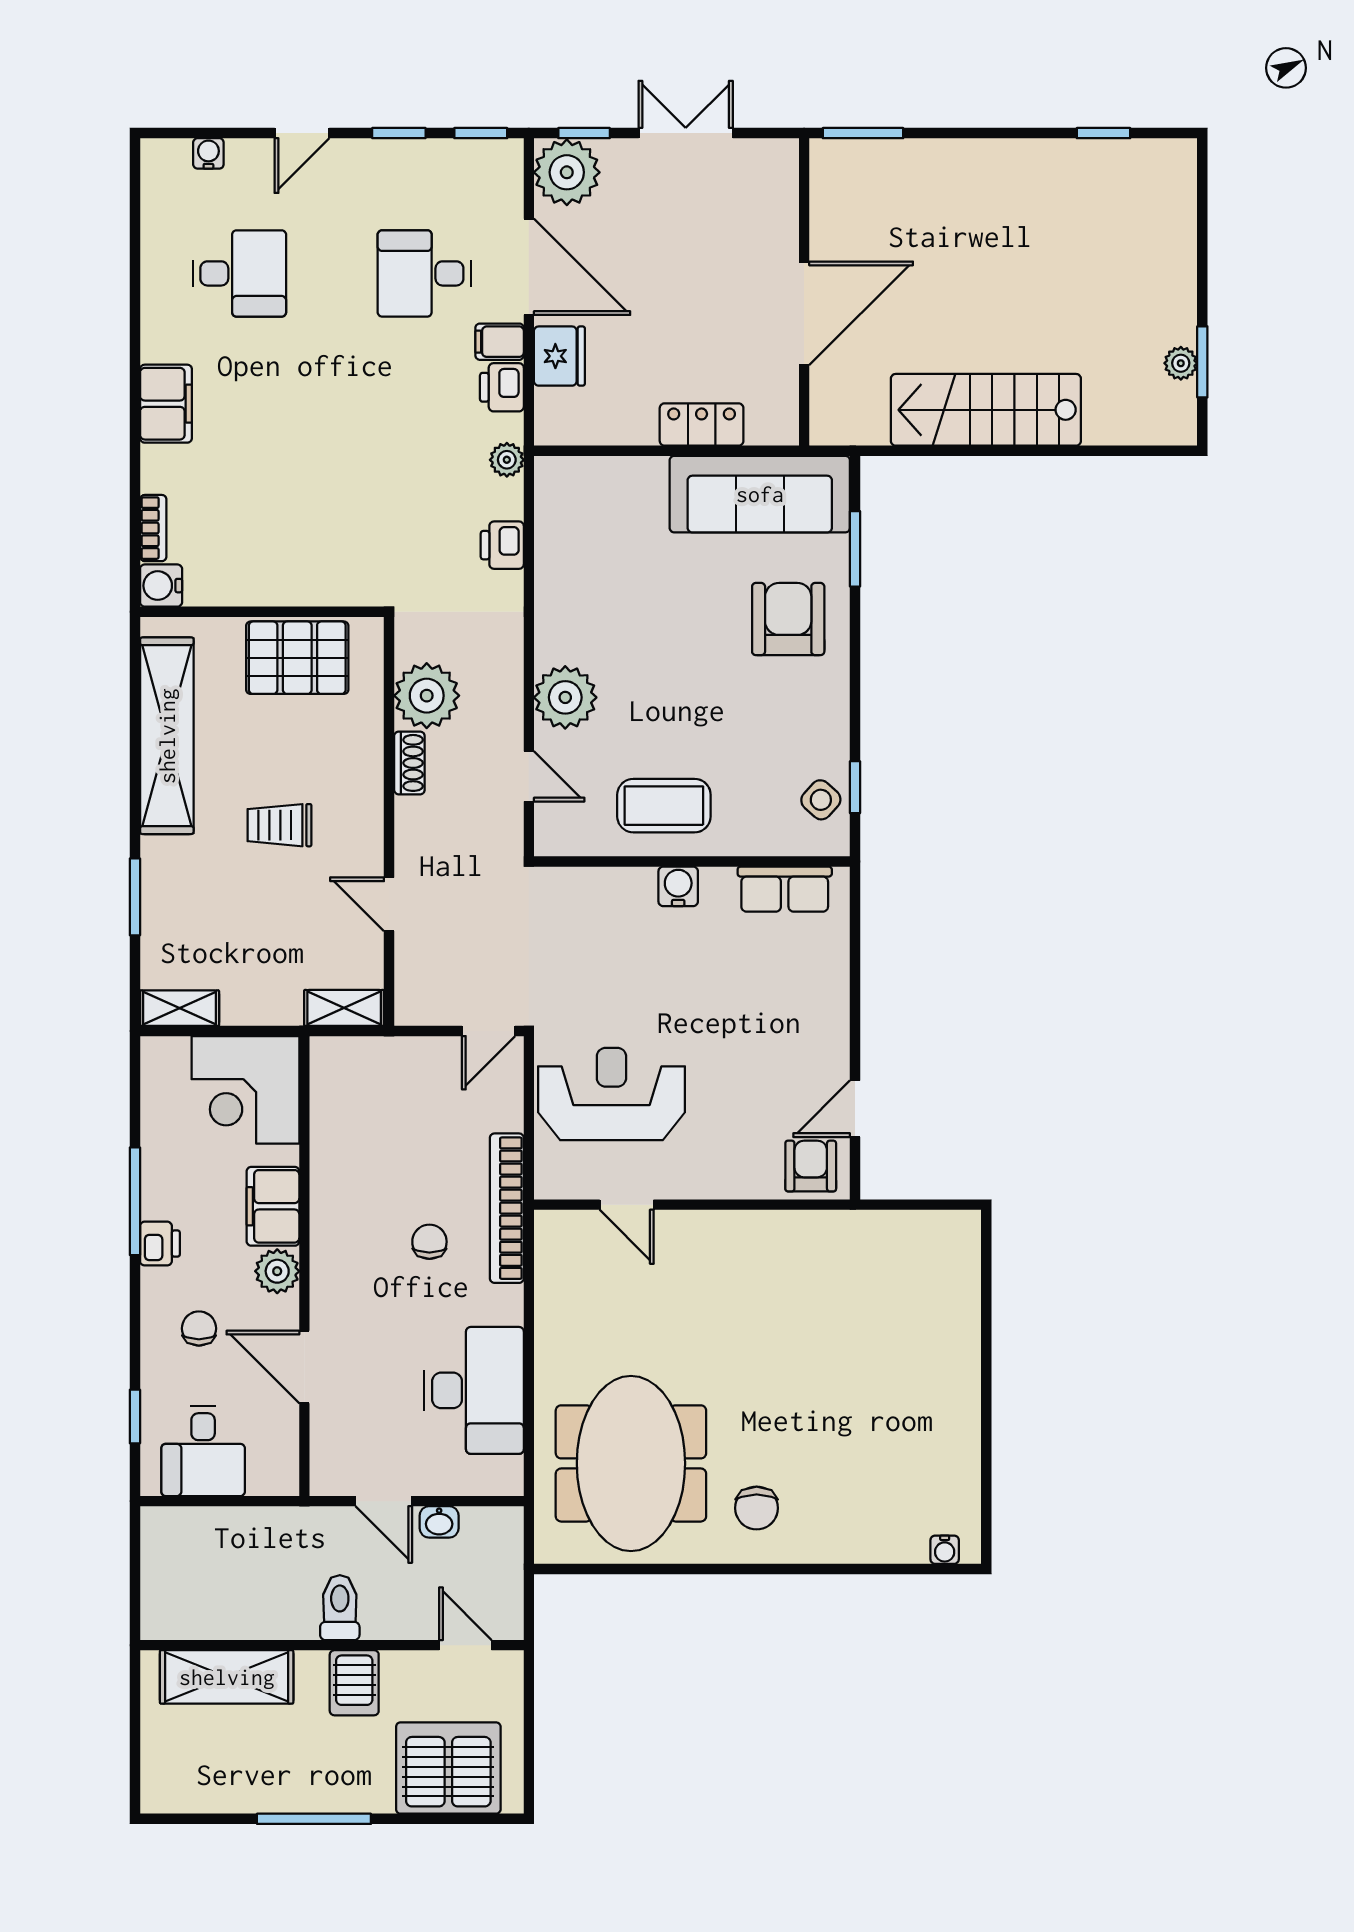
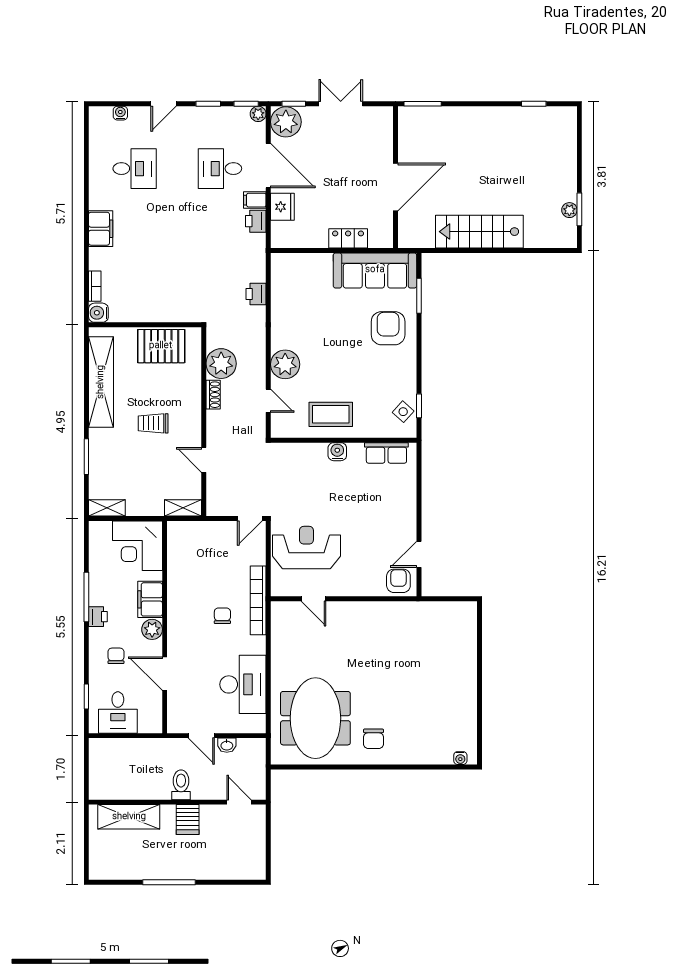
plant: (507, 460) -> (258, 114), moved
server rack: (448, 1768) -> (231, 859), removed

